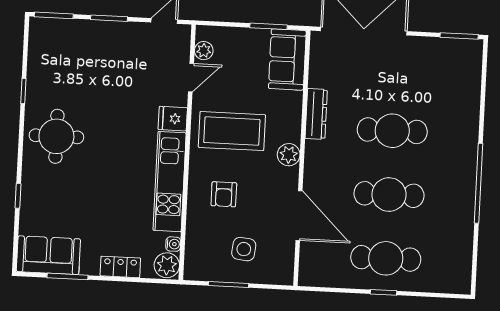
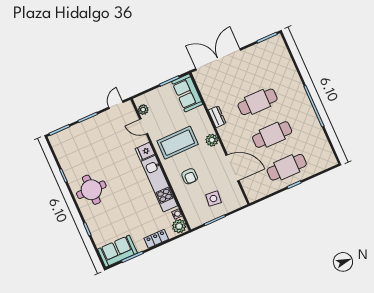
door: (191, 78) -> (144, 126), swing flipped
dresser: (316, 114) -> (217, 117), width x0.70

